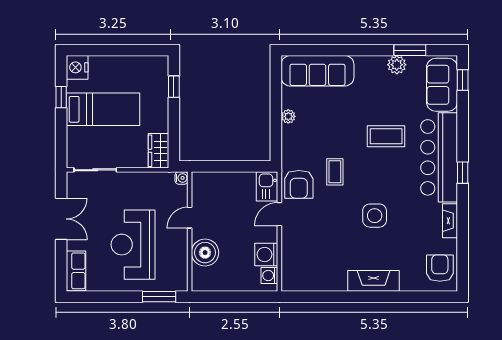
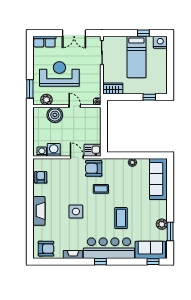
plant: (178, 267) -> (46, 100), added
armchair: (314, 277) -> (41, 177), added

